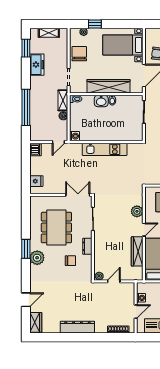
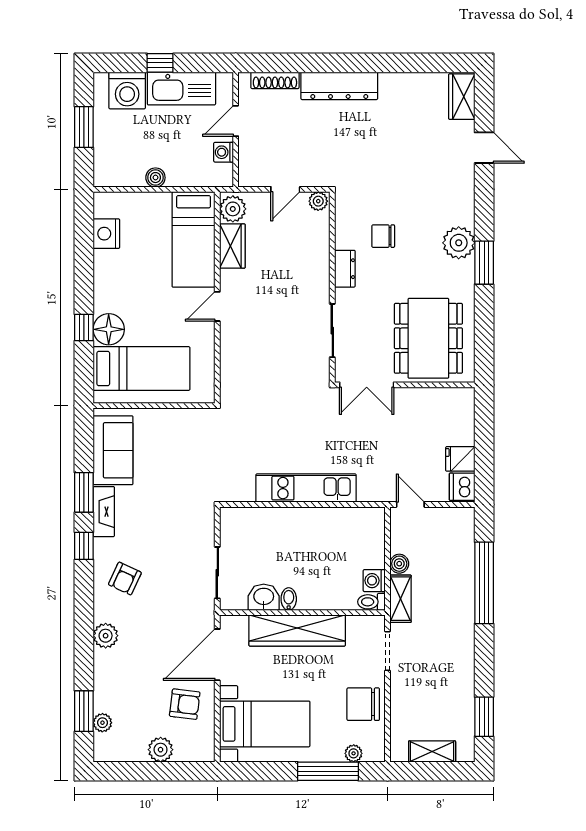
window: (95, 24) -> (328, 771), width x2.17
chair: (79, 54) -> (363, 704), turned 90
freezer: (37, 65) -> (459, 679), removed
washbasin: (101, 101) -> (264, 597), moved
washing machine: (74, 136) -> (374, 581), moved
door: (58, 142) -> (410, 504), hinge flipped
fridge: (36, 181) -> (460, 459), moved
plant: (137, 211) -> (233, 209), moved
dining table: (56, 228) -> (428, 338), moved
wardrobe: (137, 251) -> (232, 246), width x0.67
door: (26, 300) -> (484, 148), swing flipped
dresser: (77, 327) -> (339, 86), moved

